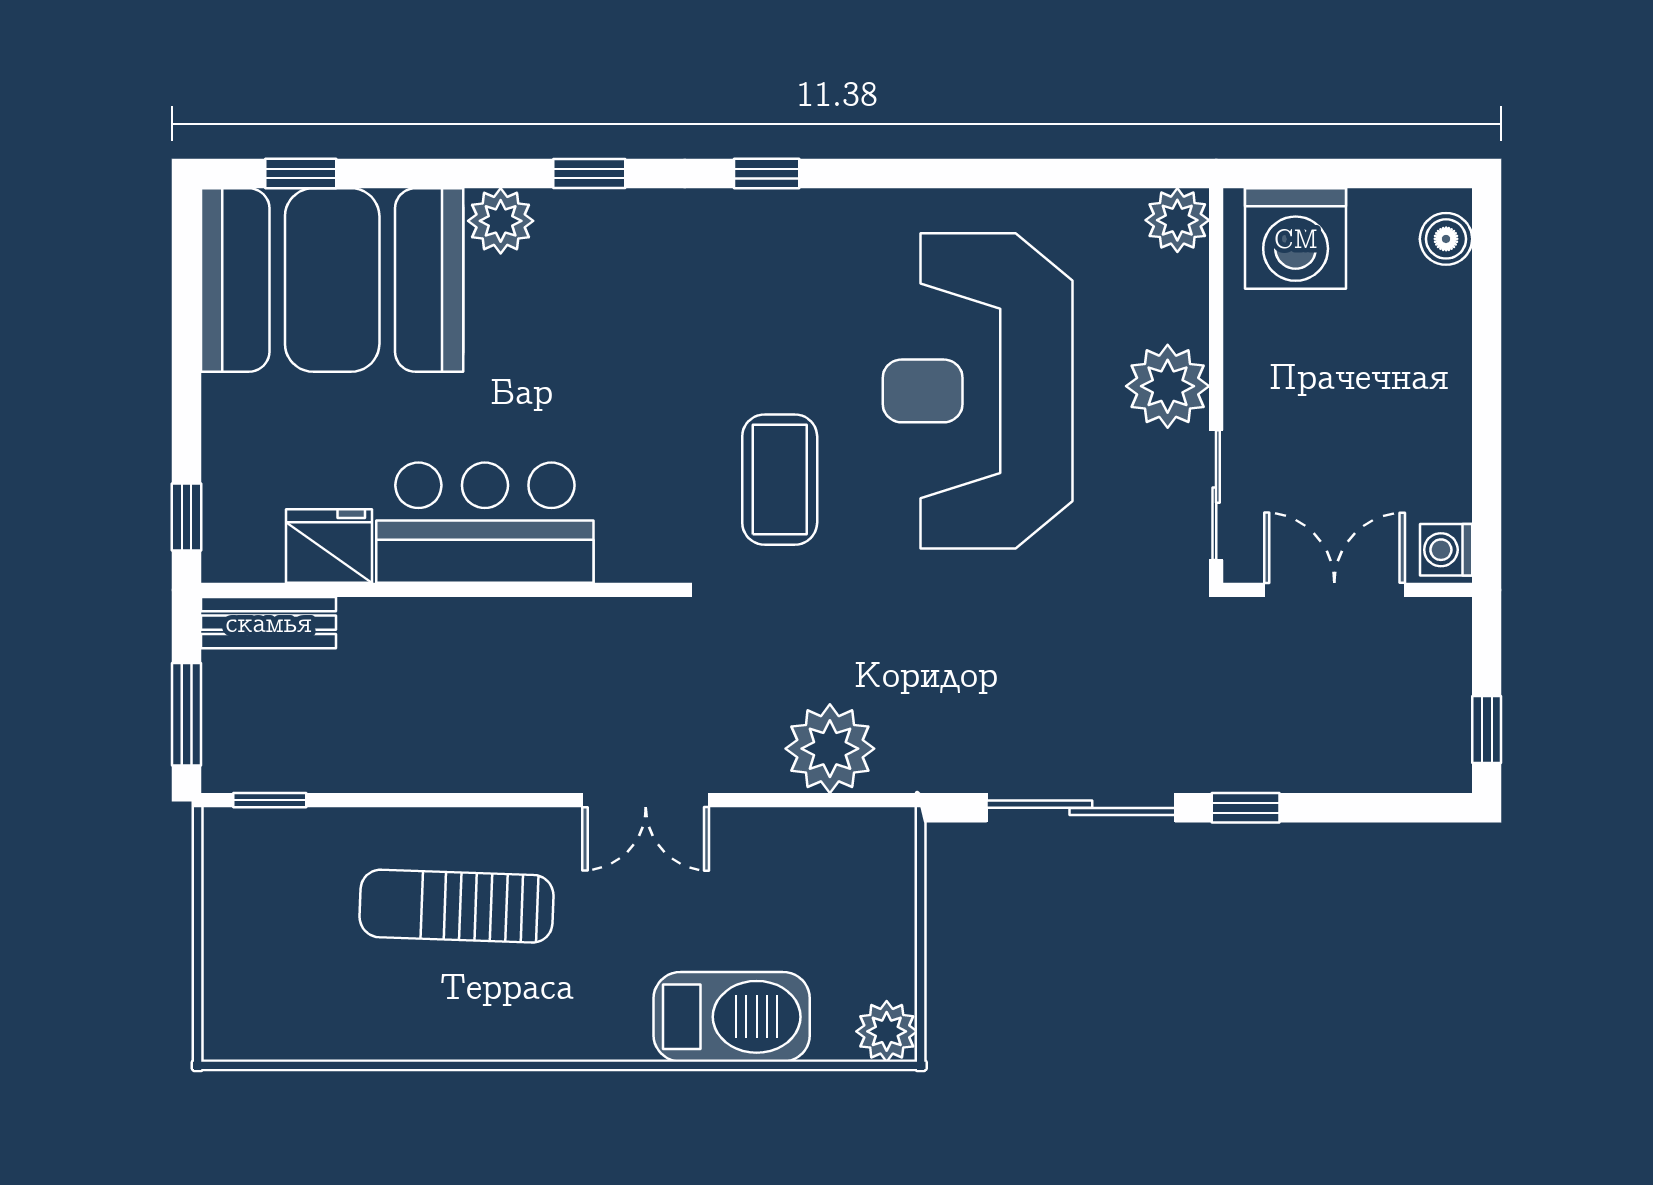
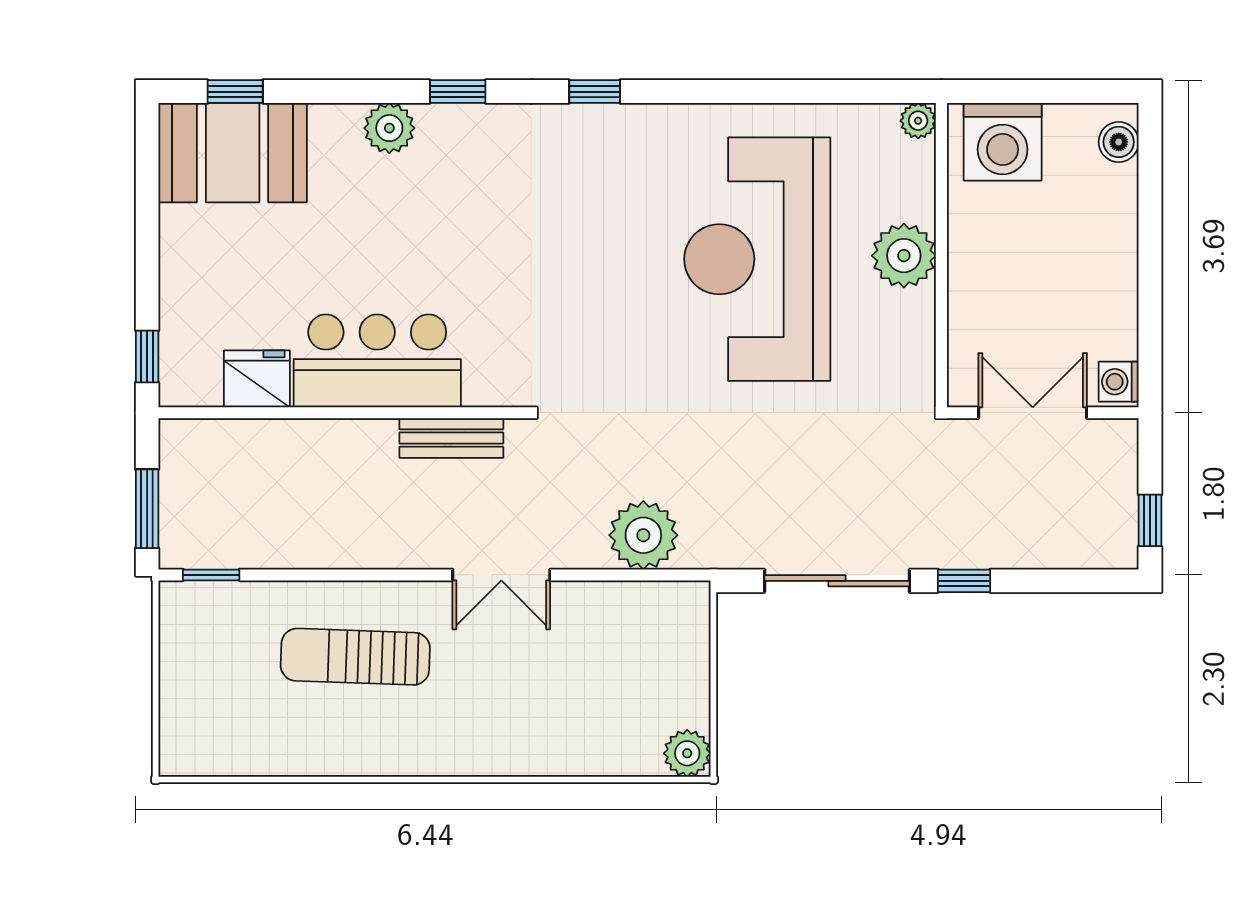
plant: (1177, 220) -> (918, 121), width x0.73, depth x0.73
booth: (332, 280) -> (233, 153), width x0.73, depth x0.70
coffee table: (780, 480) -> (605, 328), removed
sliding door: (1216, 495) -> (941, 340), removed
bench: (269, 623) -> (451, 438), moved
barbecue: (732, 1017) -> (568, 742), removed

